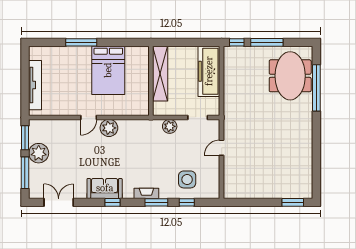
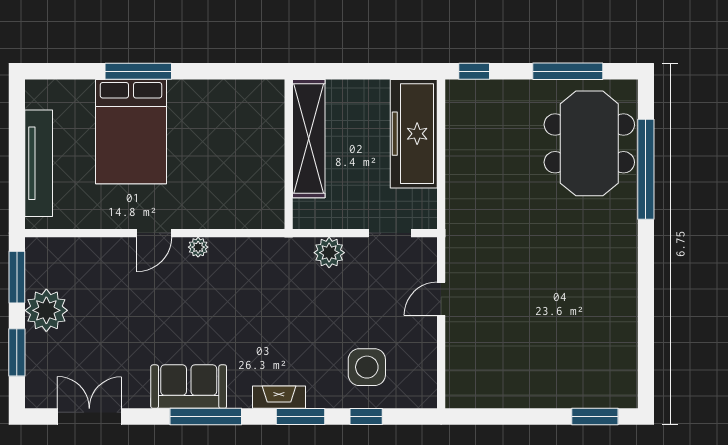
window: (267, 42) -> (568, 71), moved
bed: (108, 70) -> (131, 132), moved
plant: (109, 128) -> (198, 247), width x0.53, depth x0.53
window: (25, 173) -> (17, 352), width x0.69
window: (112, 202) -> (206, 416), width x2.17

